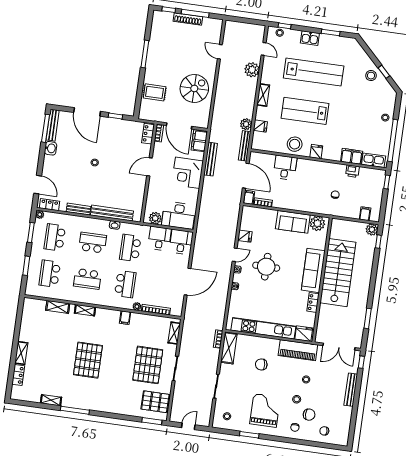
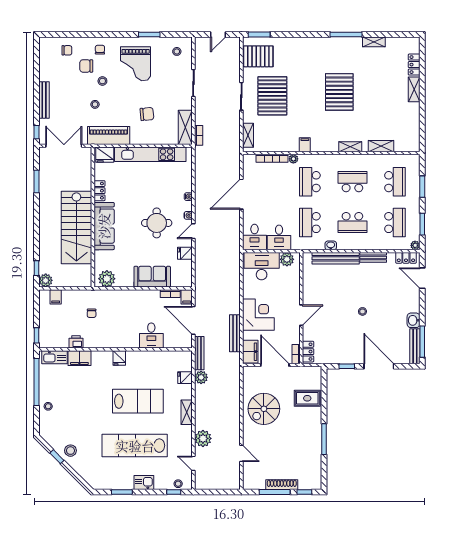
stool: (295, 144) -> (144, 363), removed
sofa: (293, 222) -> (152, 277), moved
school desk: (130, 248) -> (310, 223), turned 180

